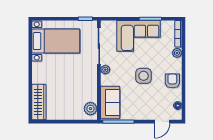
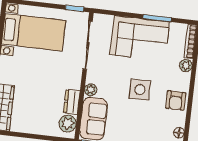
plant: (105, 70) -> (91, 90), moved
armchair: (172, 81) -> (176, 100), turned 180
dresser: (92, 91) -> (72, 102), added

